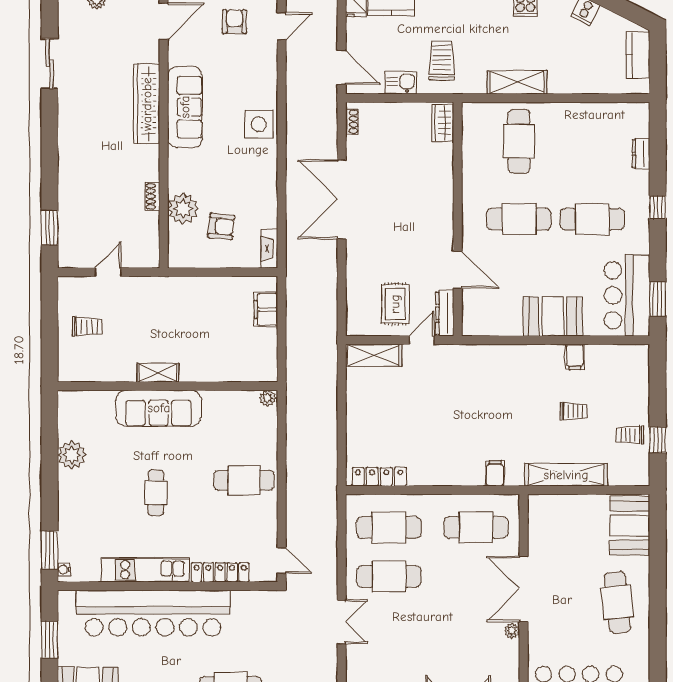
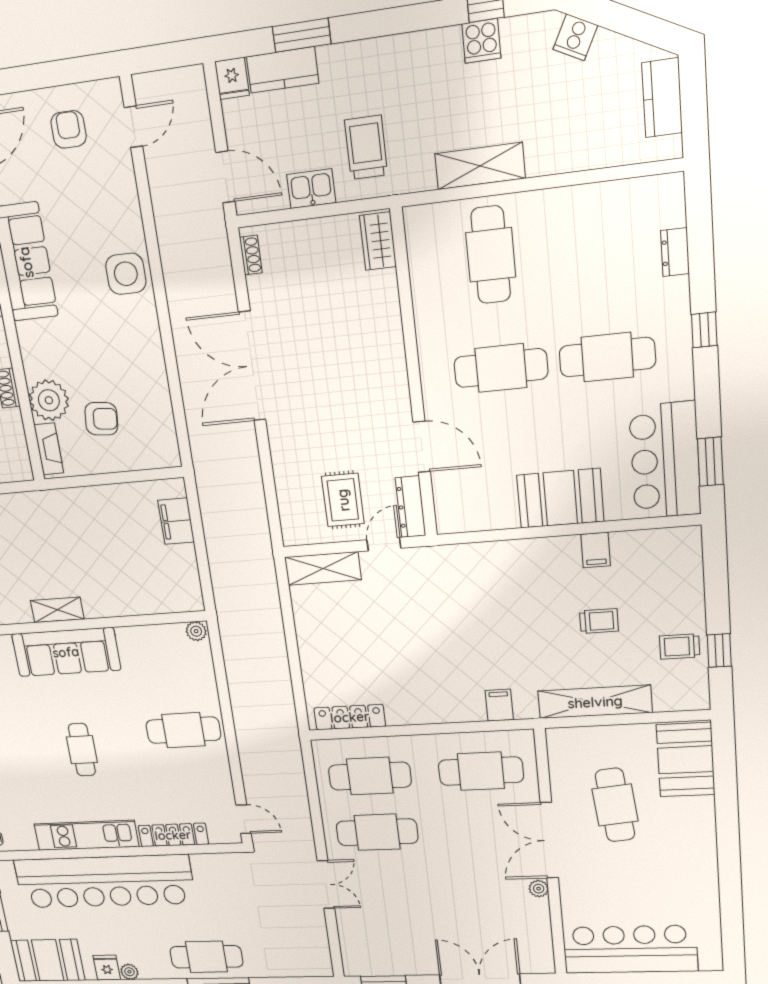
fireplace: (269, 249) -> (49, 449), moved, turned 180
cafe table: (617, 602) -> (615, 805), moved

